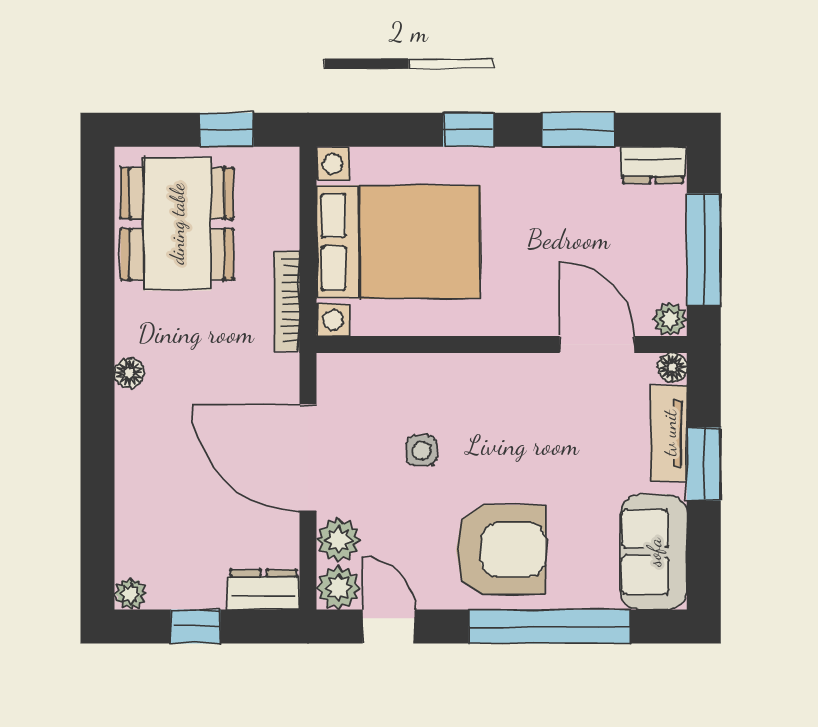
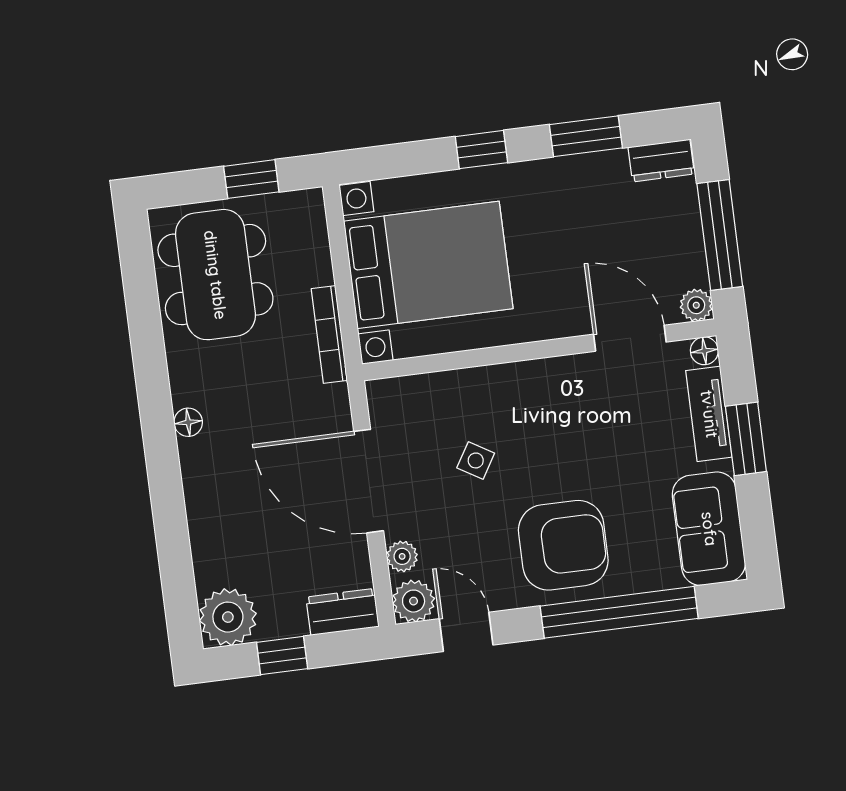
side table: (421, 451) -> (476, 460), turned 31
plant: (339, 540) -> (402, 556), width x0.73, depth x0.73
plant: (130, 594) -> (228, 617), width x1.87, depth x1.87

